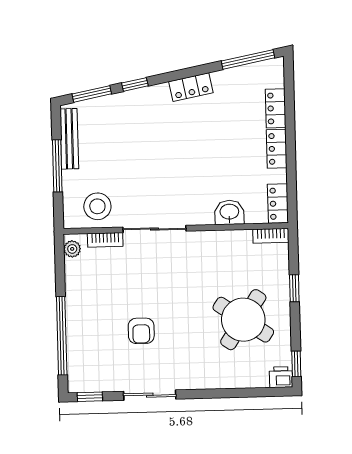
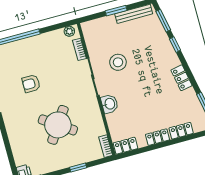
window: (57, 166) -> (116, 11), width x0.69
stool: (97, 206) -> (118, 62), moved
washbasin: (229, 212) -> (109, 104), moved
round table: (243, 320) -> (58, 125), moved

